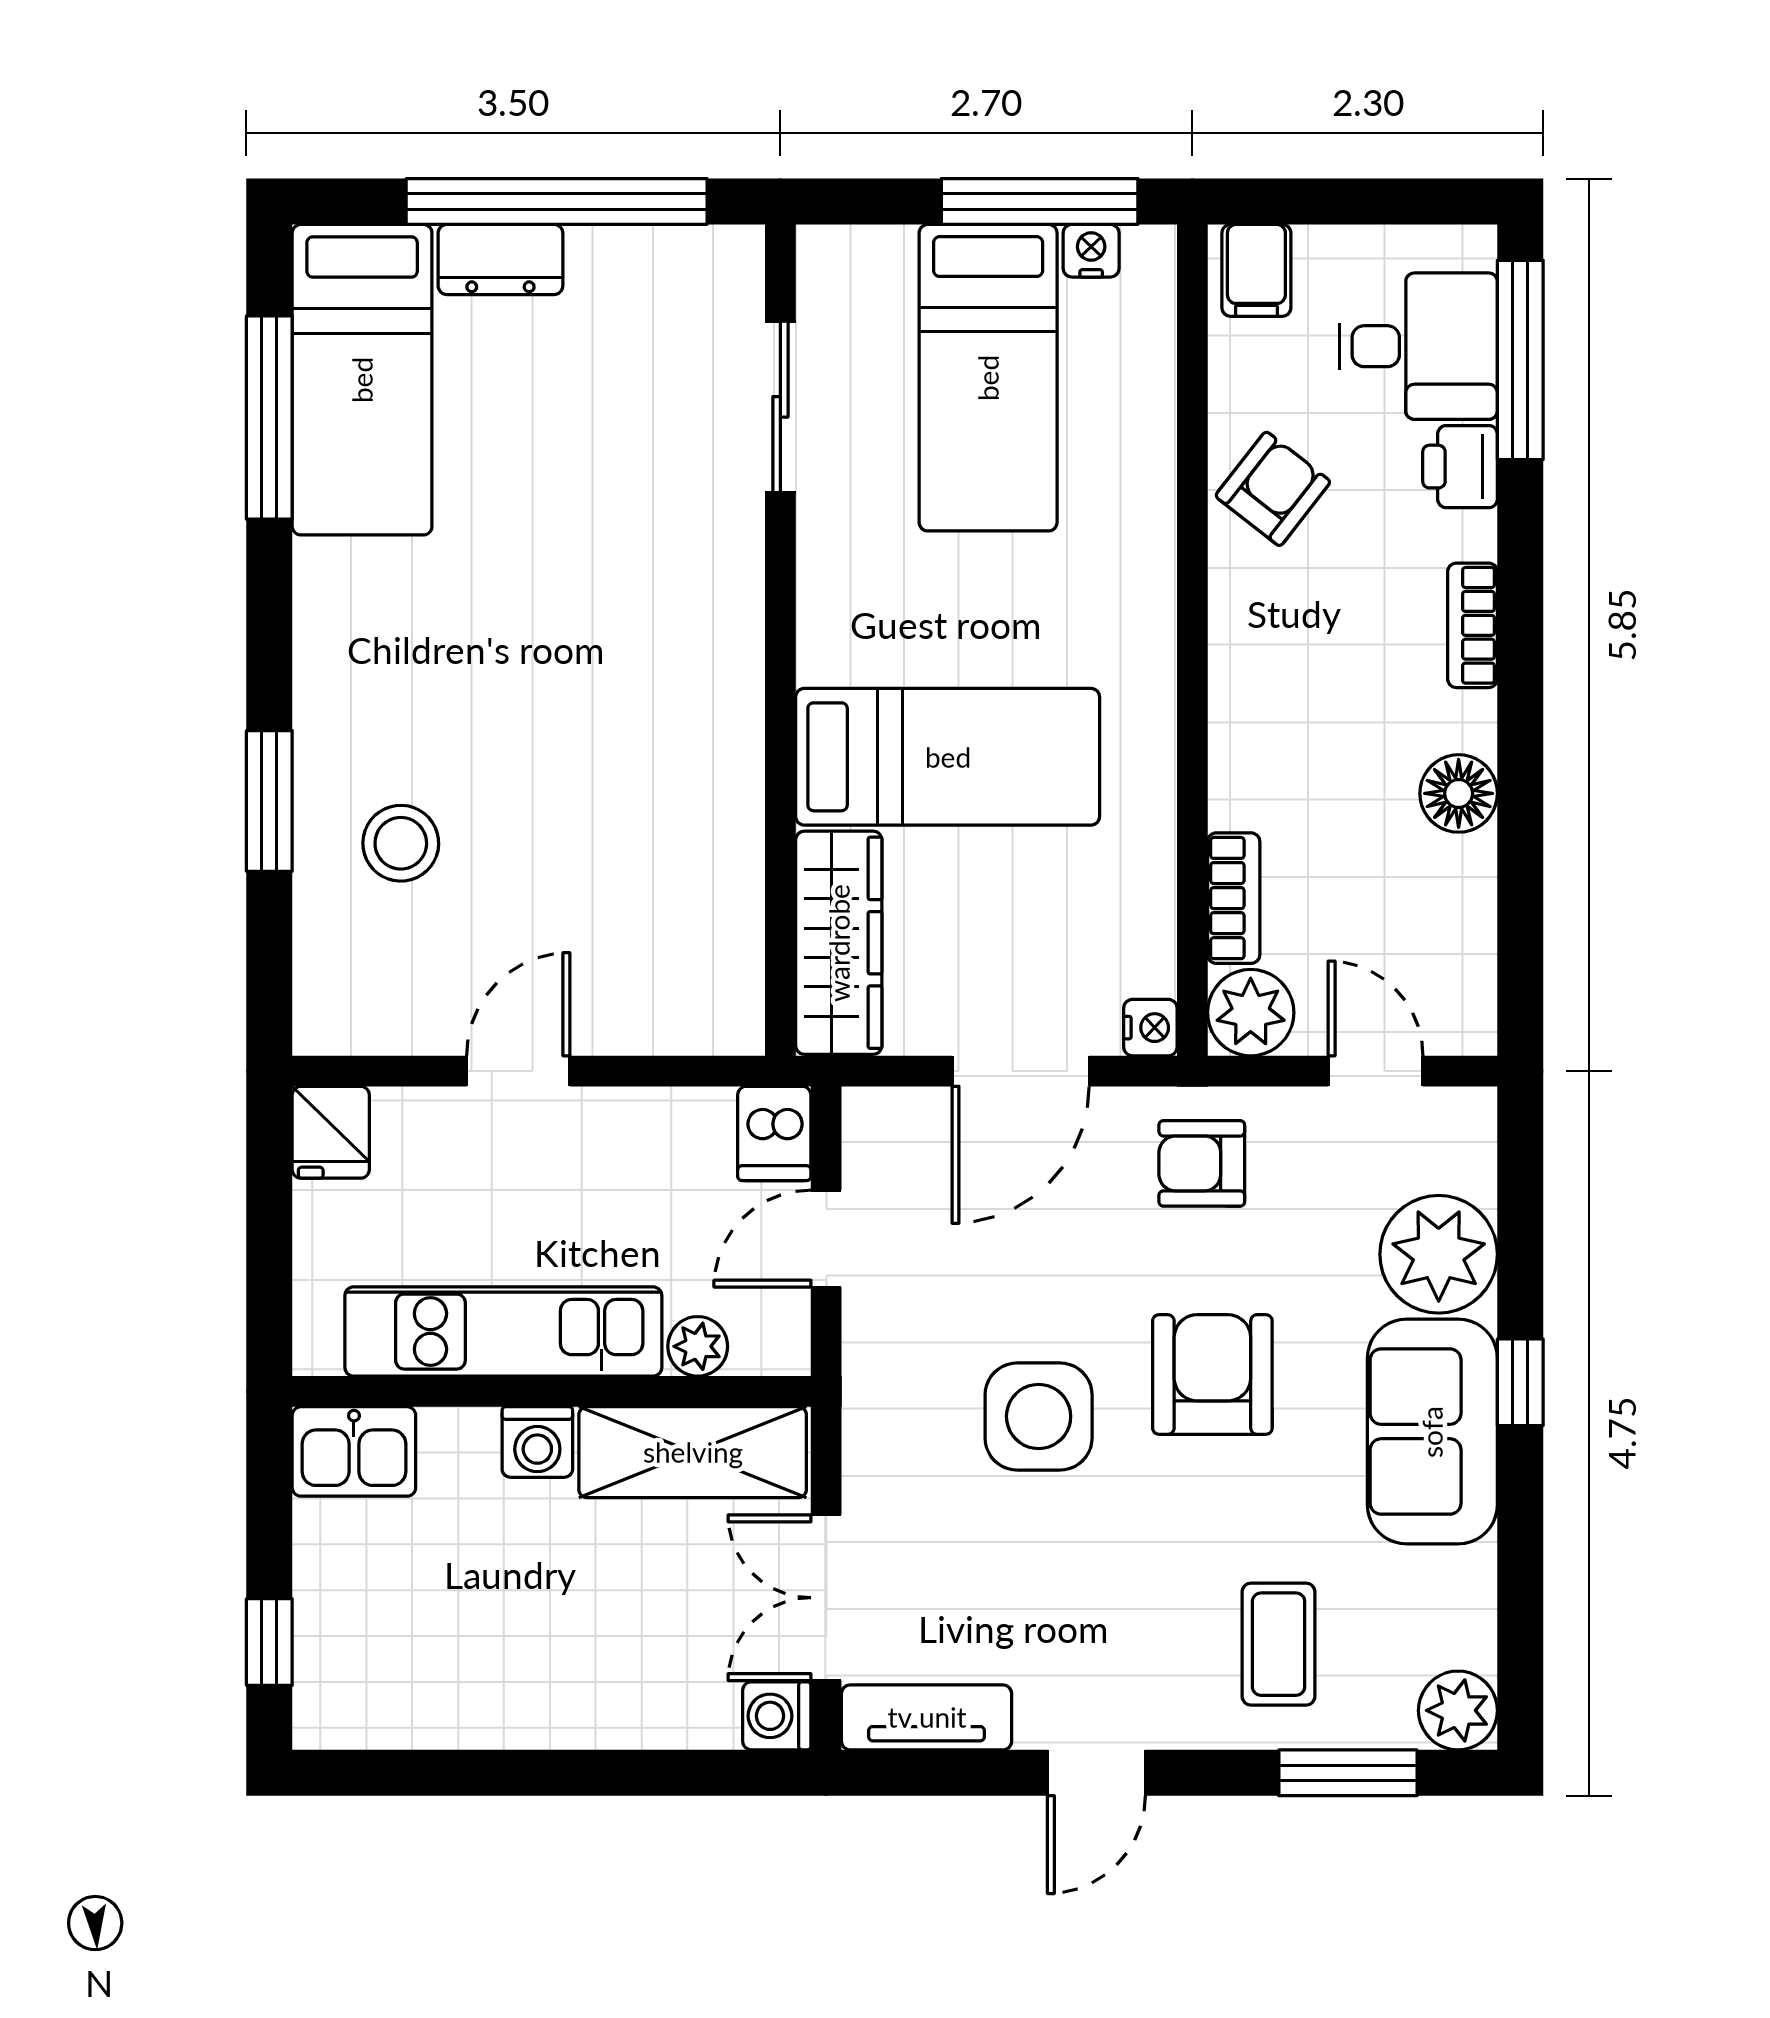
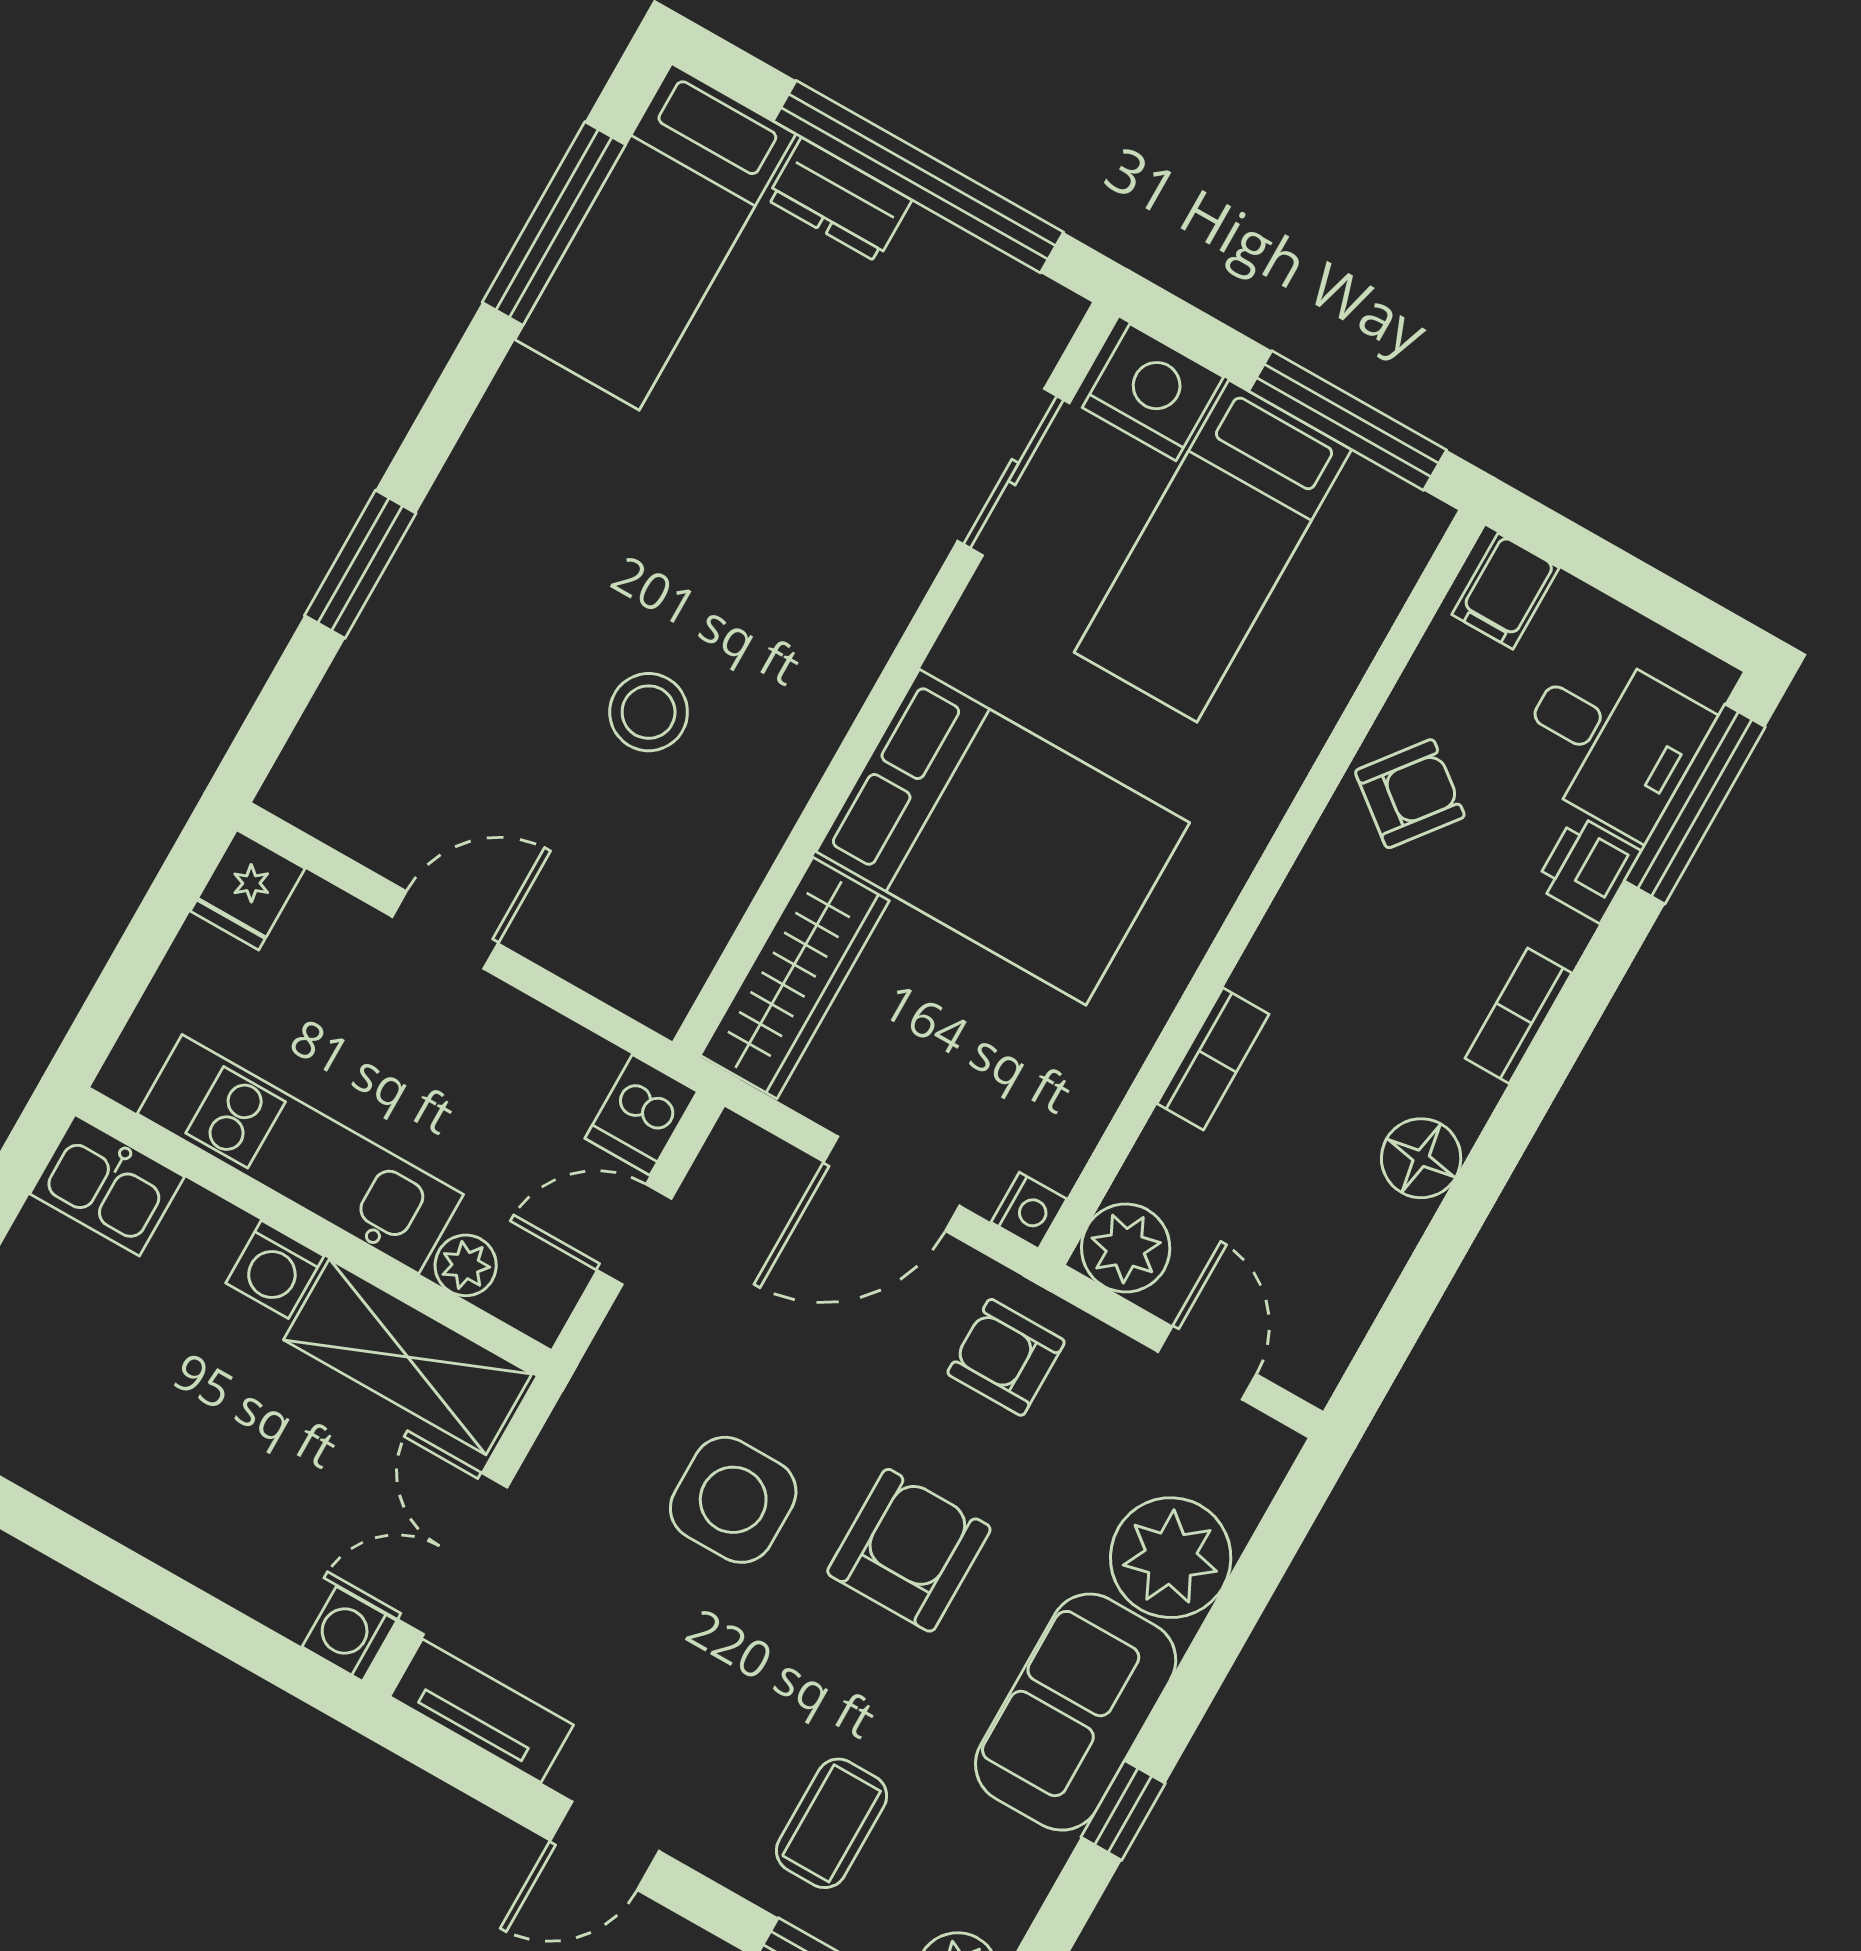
nightstand: (1091, 251) -> (1153, 392), moved, width x1.89, depth x1.79
bed: (948, 757) -> (1003, 837), width x1.50
stool: (401, 843) -> (649, 712), moved
bookcase: (1234, 898) -> (1213, 1059), moved
window: (1520, 1382) -> (1123, 1810), moved

